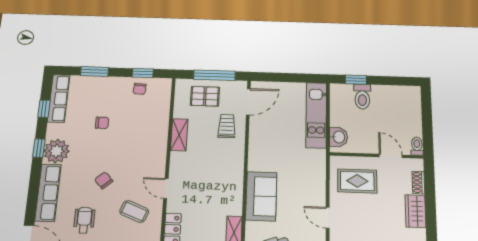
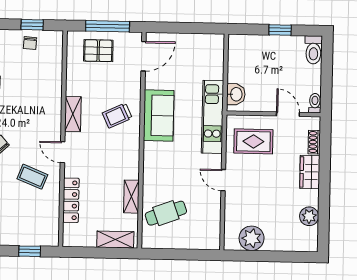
window: (356, 80) -> (280, 30), moved
toilet: (362, 97) -> (313, 50), moved
kitchen unit: (316, 115) -> (213, 117), moved
trolley: (227, 126) -> (117, 116), moved, turned -115
shelving: (179, 135) -> (73, 114), moved
sofa: (261, 196) -> (159, 115), moved

